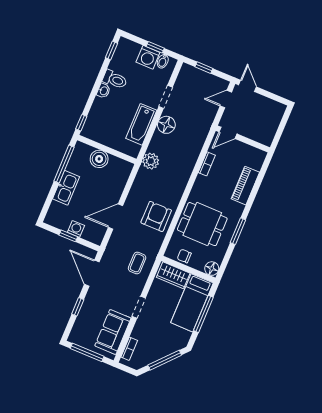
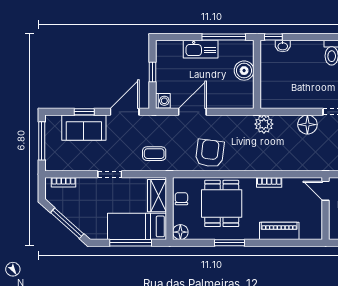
washbasin: (104, 91) -> (283, 46), moved
bathtub: (141, 124) -> (297, 99), removed
bookcase: (207, 164) -> (269, 182), moved
armchair: (156, 216) -> (210, 153), turned -83
door: (115, 217) -> (192, 112), hinge flipped
washing machine: (76, 229) -> (163, 101), moved
sofa: (113, 332) -> (84, 128), moved, turned 180

